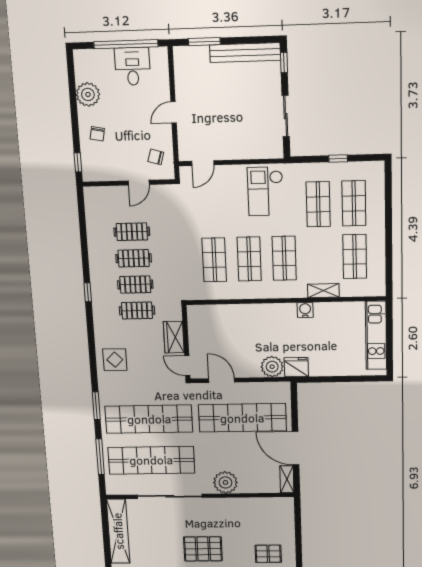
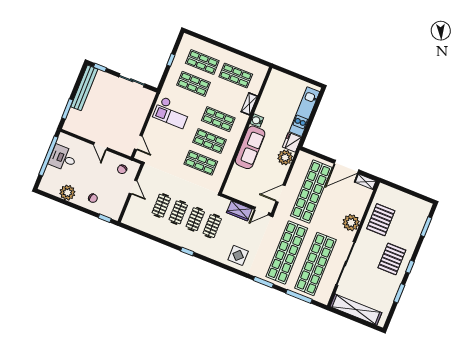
sofa: (265, 316) -> (250, 147), added
kitchen unit: (376, 335) -> (304, 112), moved, turned 90
pallet: (268, 554) -> (381, 220), moved, width x1.50, depth x1.42

